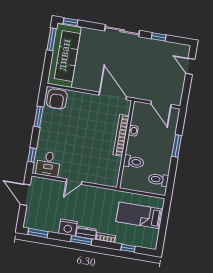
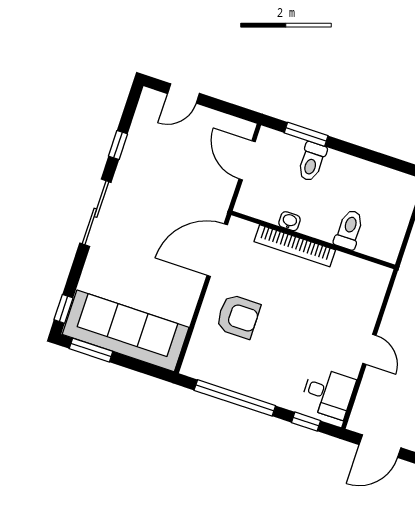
armchair: (57, 99) -> (238, 316), moved
door: (161, 104) -> (247, 160), swing flipped
window: (38, 117) -> (235, 398), width x2.11
window: (177, 146) -> (306, 134), moved
toilet: (158, 180) -> (312, 162), moved

